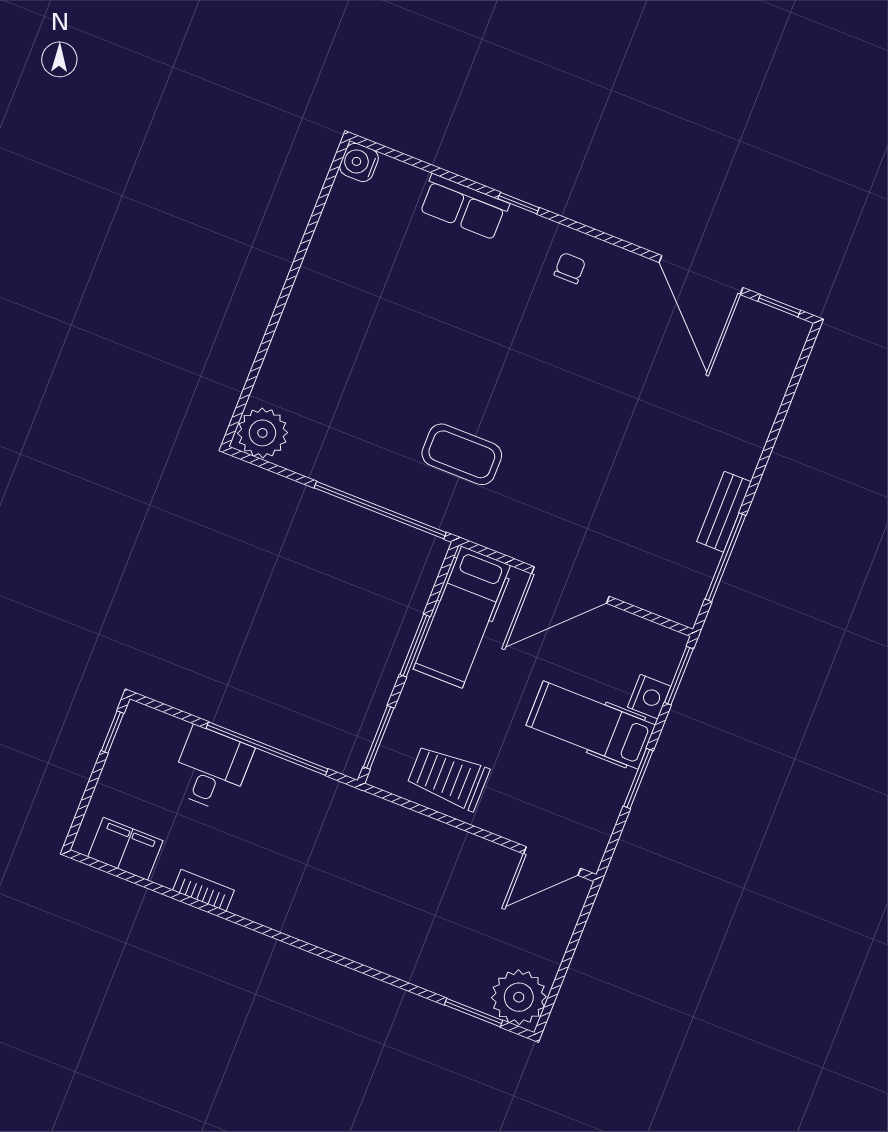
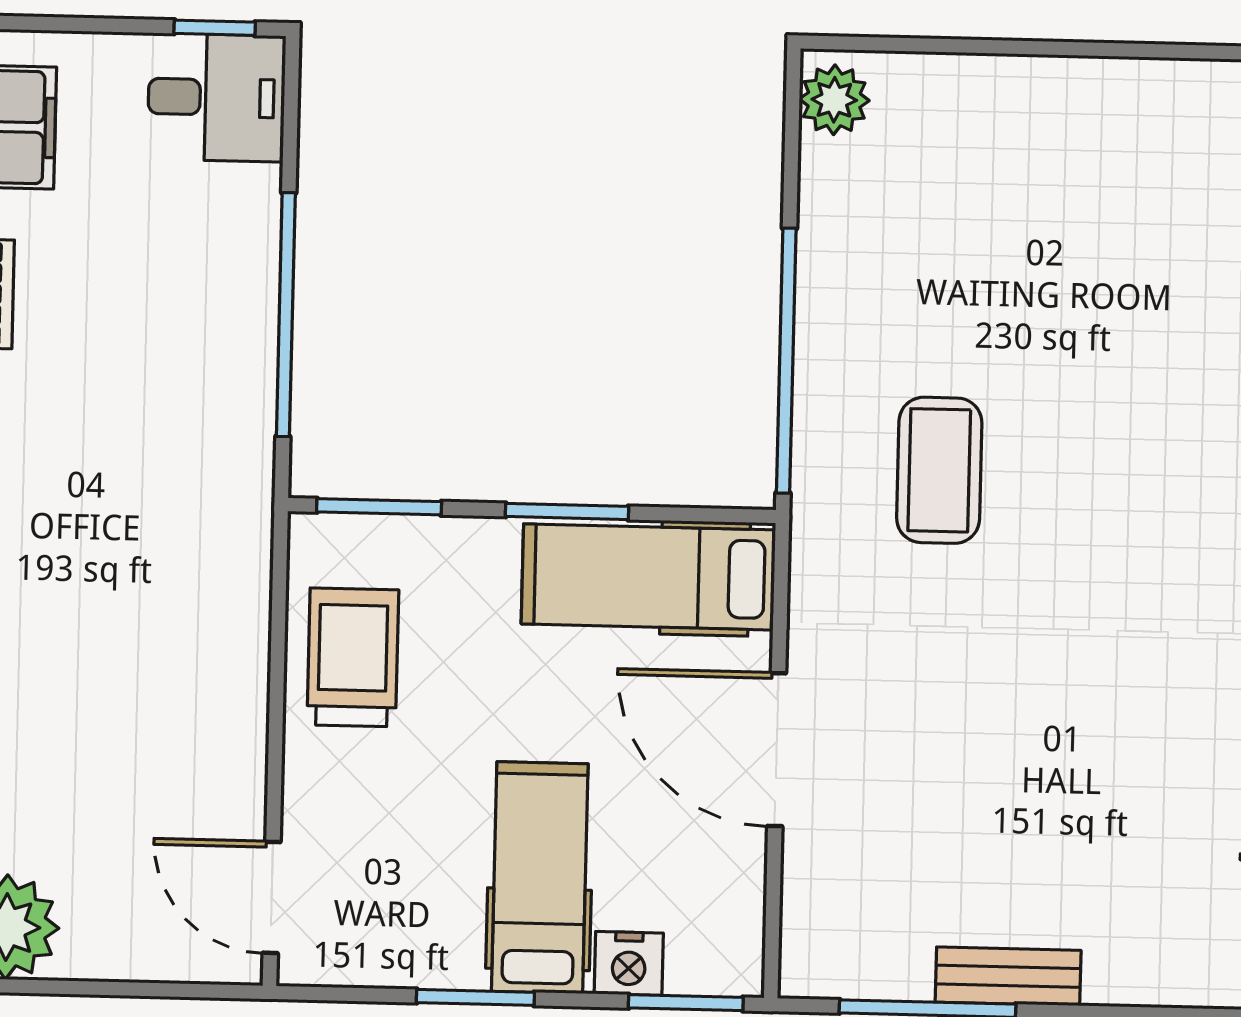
plant: (262, 433) -> (834, 100), width x0.73, depth x0.73
desk: (211, 769) -> (216, 97), moved

